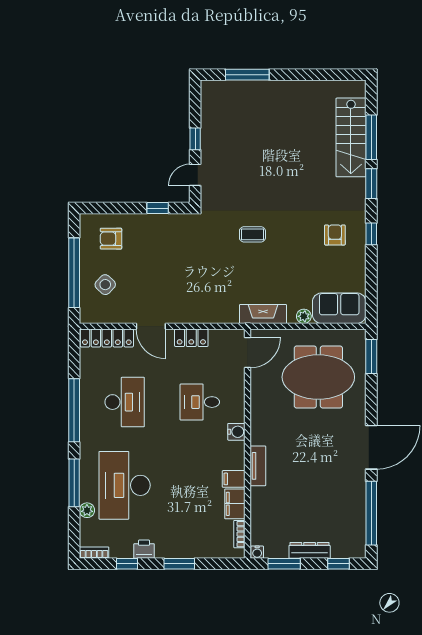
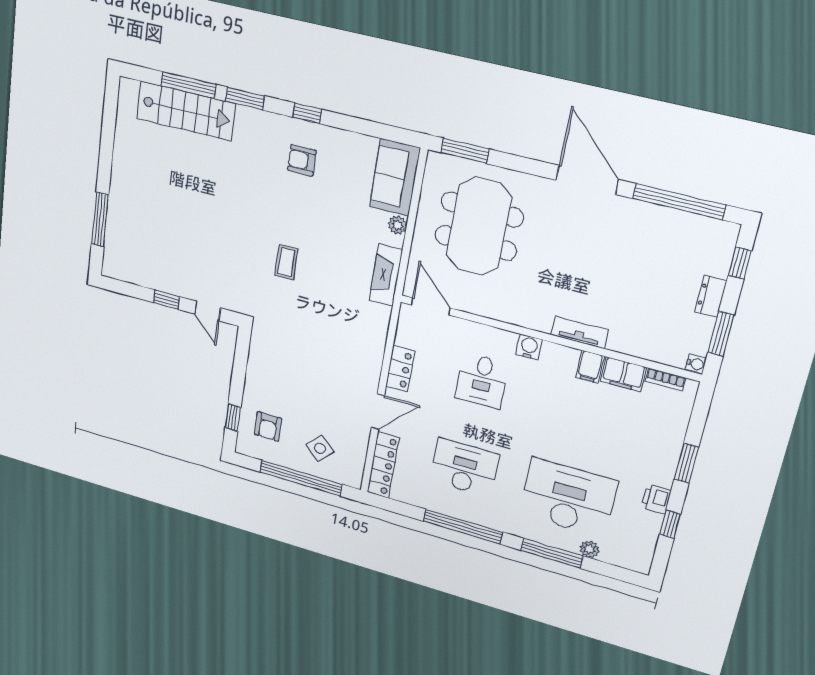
window: (158, 208) -> (233, 417), moved
desk: (125, 485) -> (568, 498), turned 180
dresser: (310, 550) -> (711, 296), width x0.70
bookcase: (94, 553) -> (646, 557), removed

